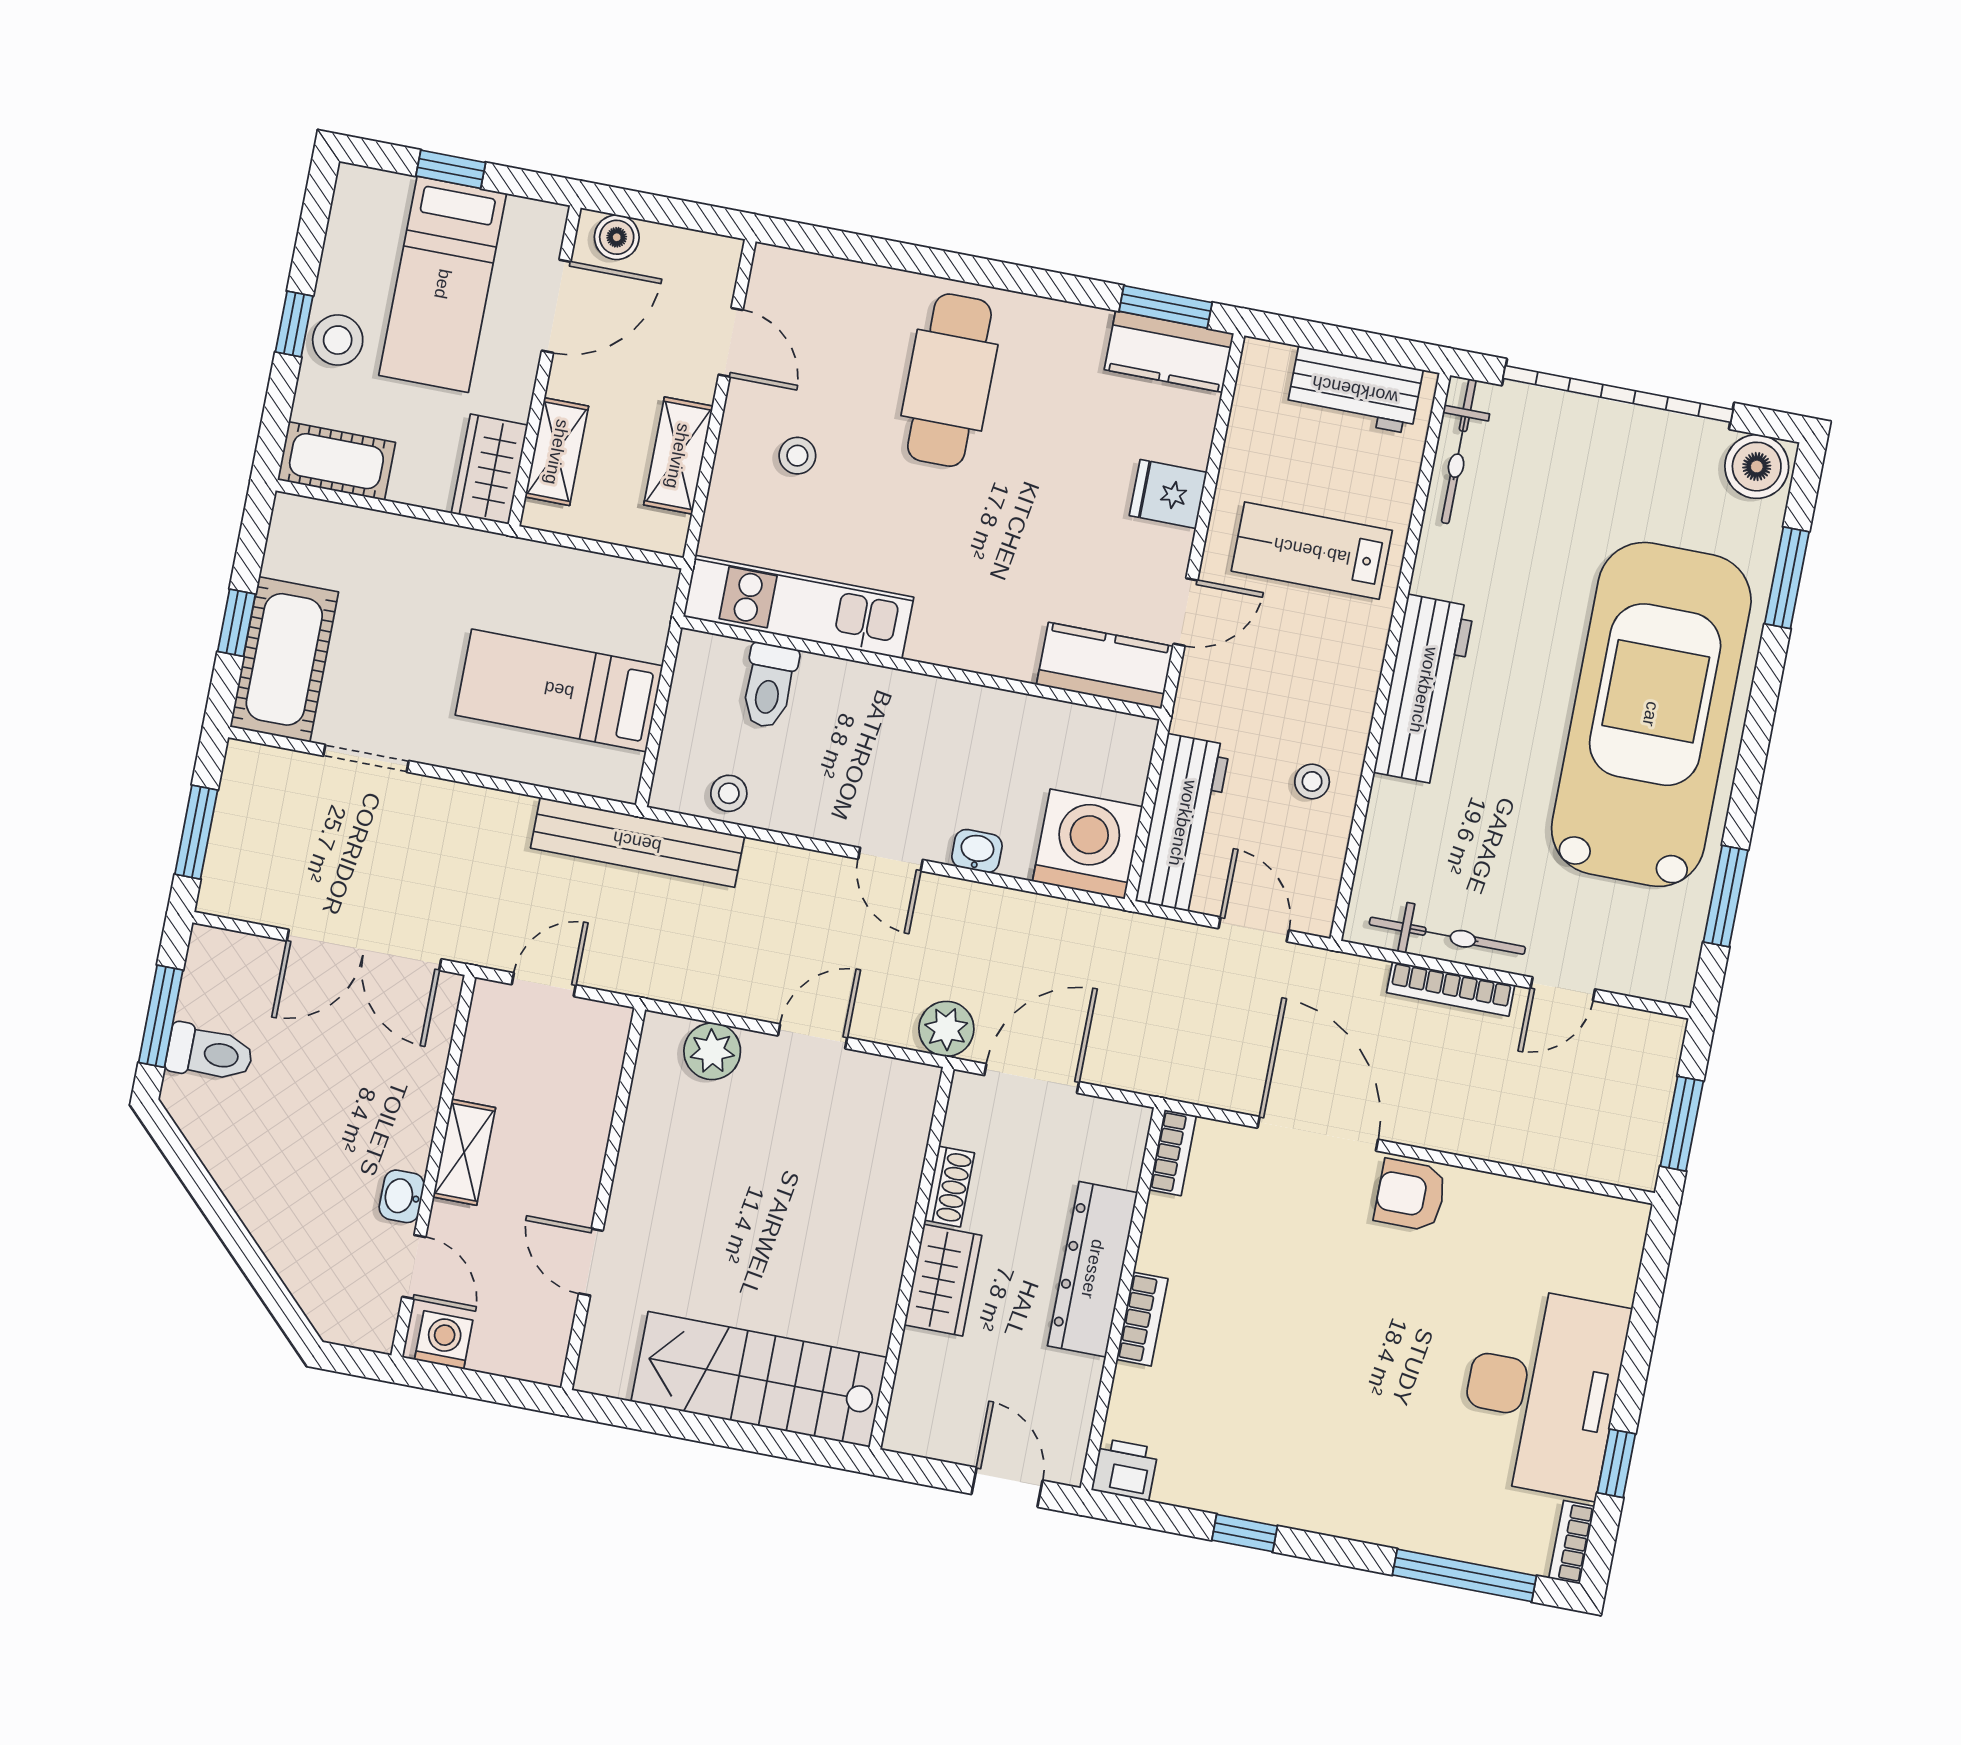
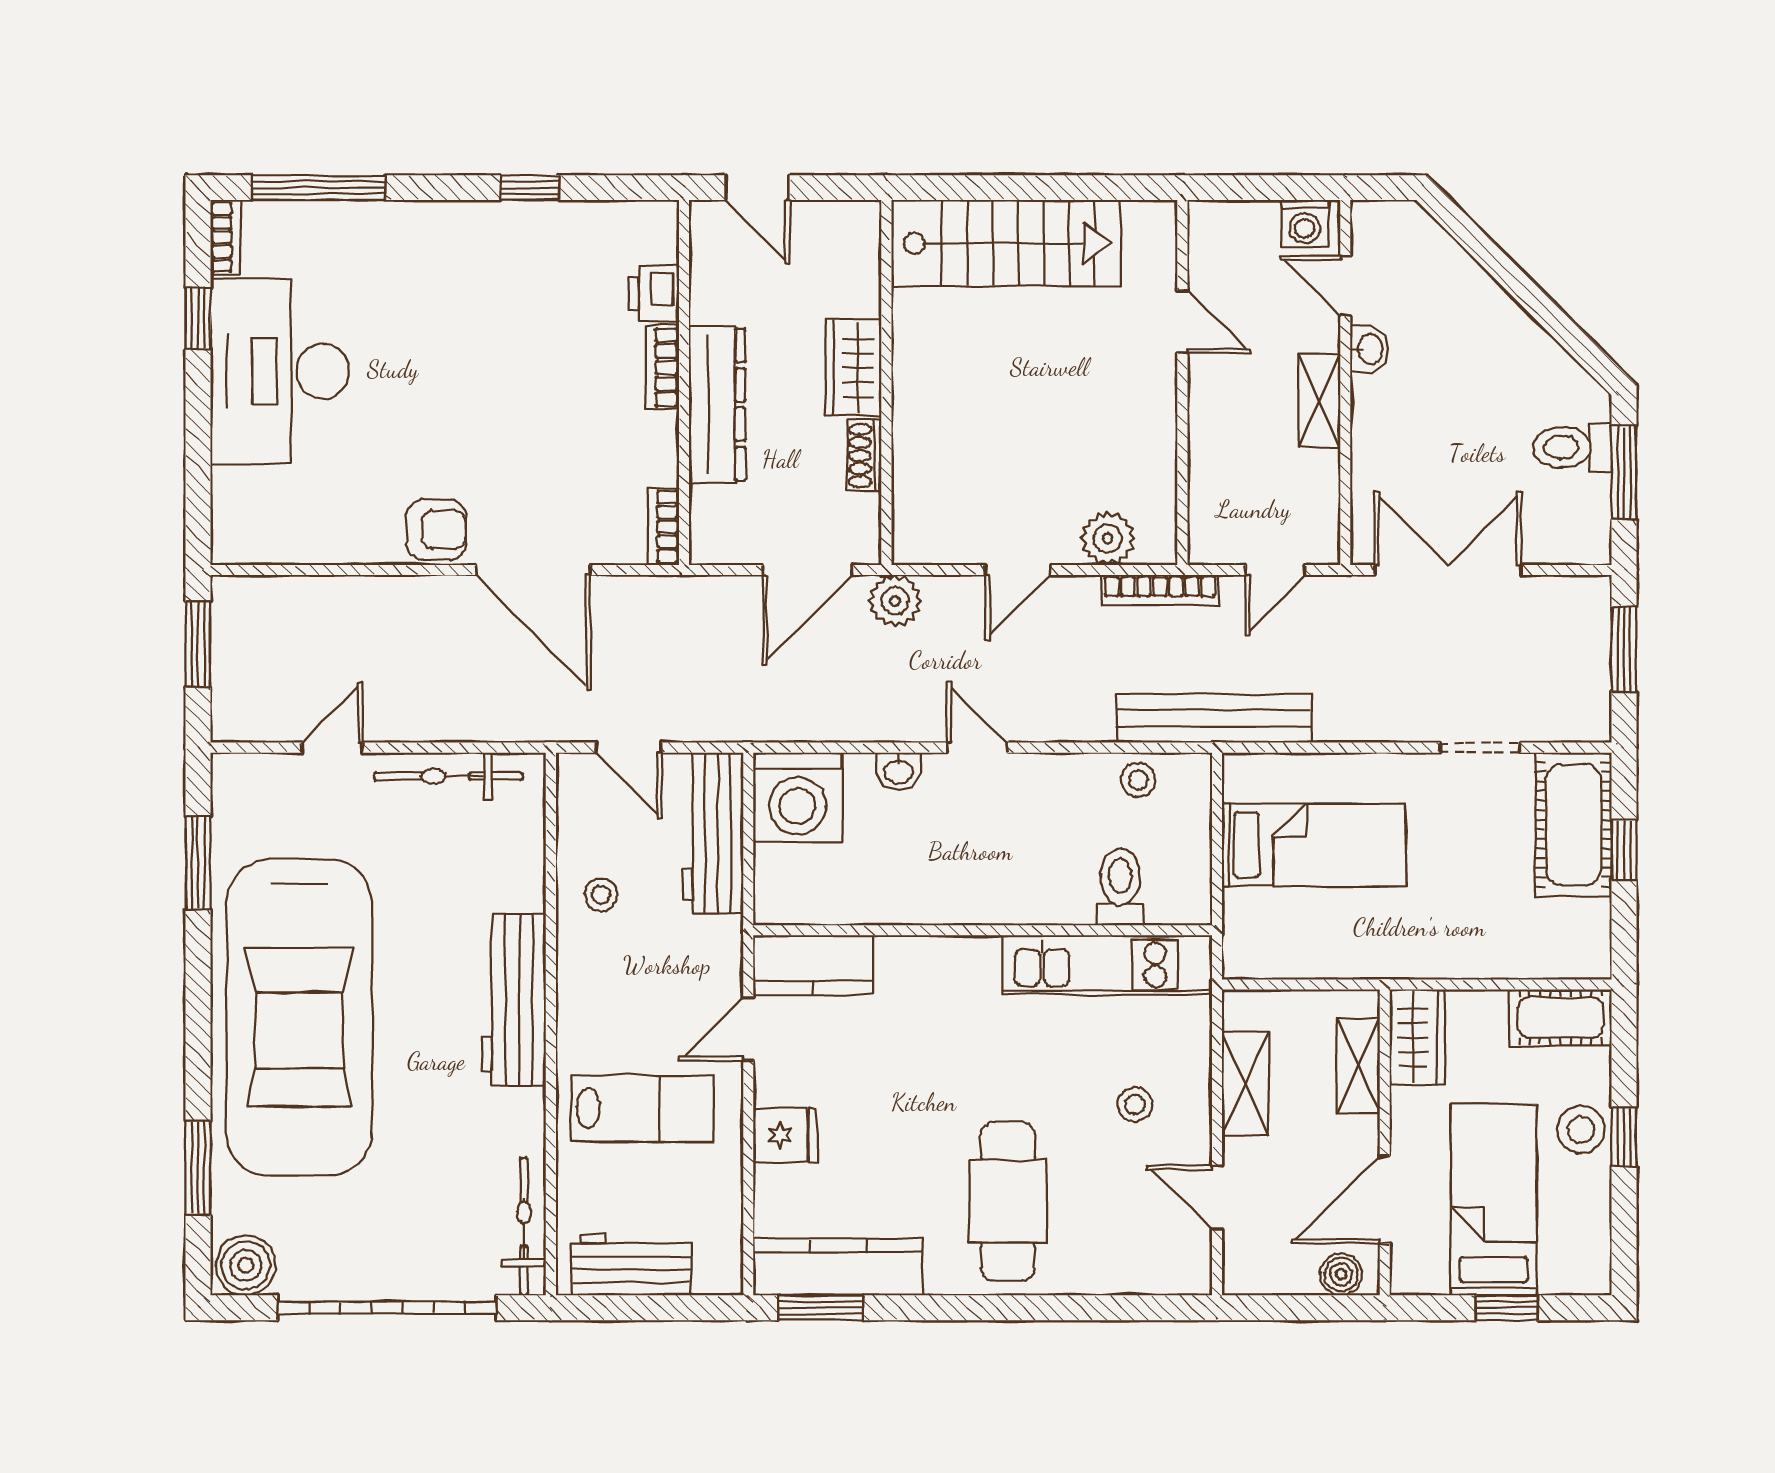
kitchen counter: (1169, 352) -> (838, 1267), width x1.50
bookcase: (1451, 989) -> (1160, 590), moved, turned 180
printer: (1125, 1470) -> (654, 294), moved, turned 90

